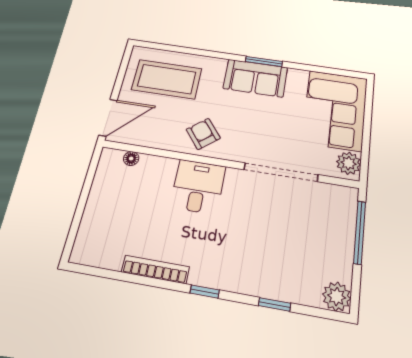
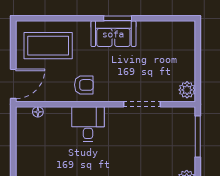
corner sofa: (335, 110) -> (174, 50), removed
armchair: (203, 134) -> (84, 85), turned 129
doorway: (281, 172) -> (142, 104), width x0.73

